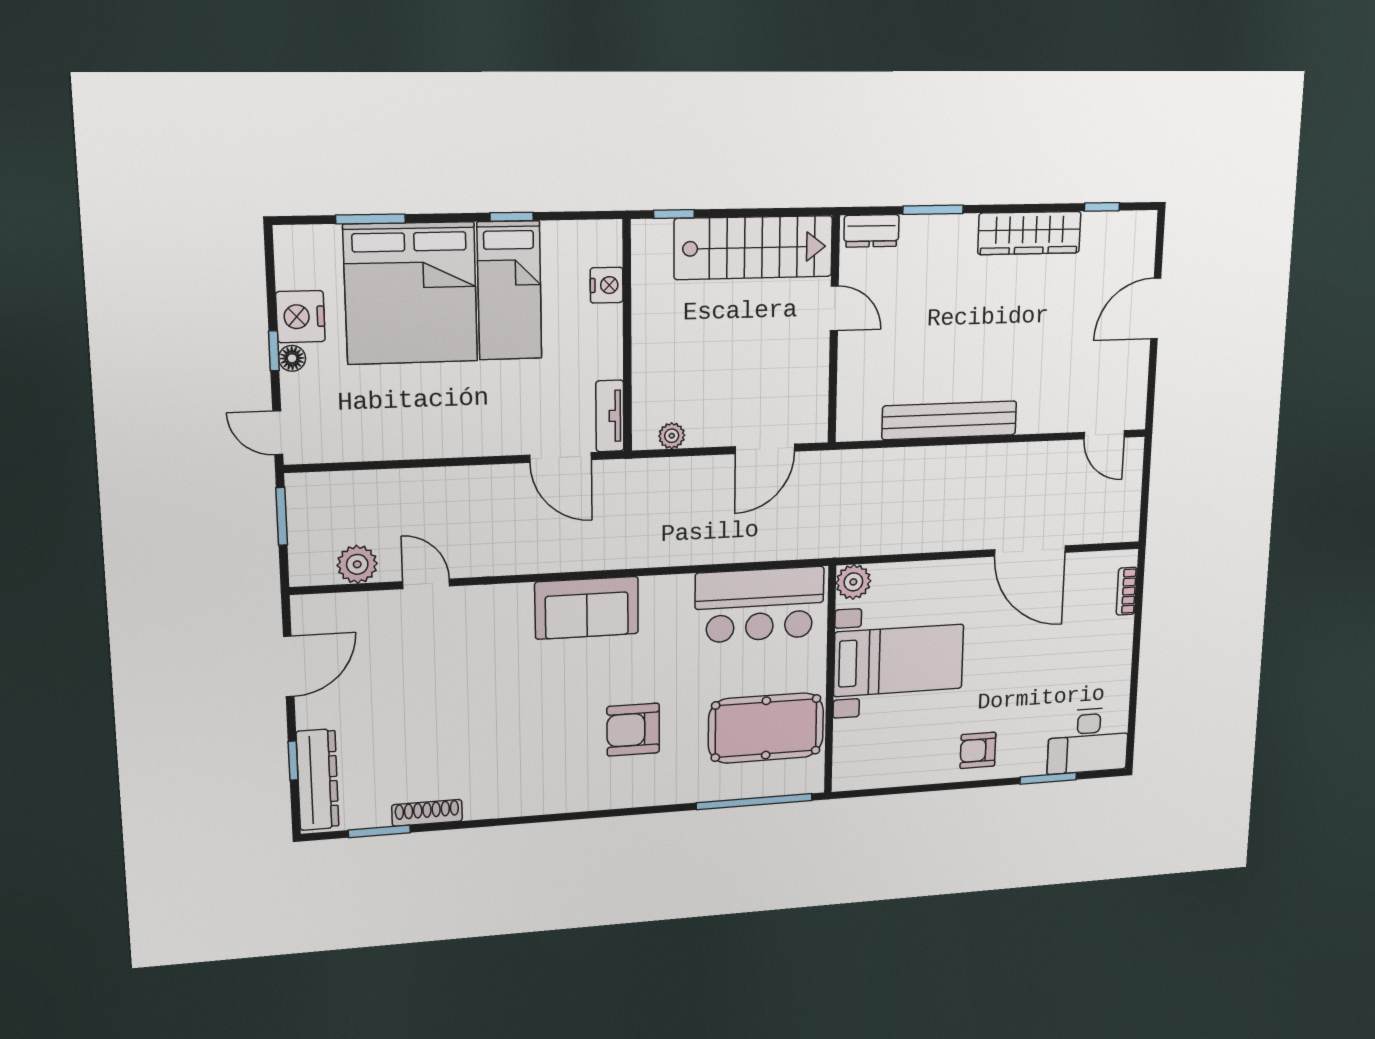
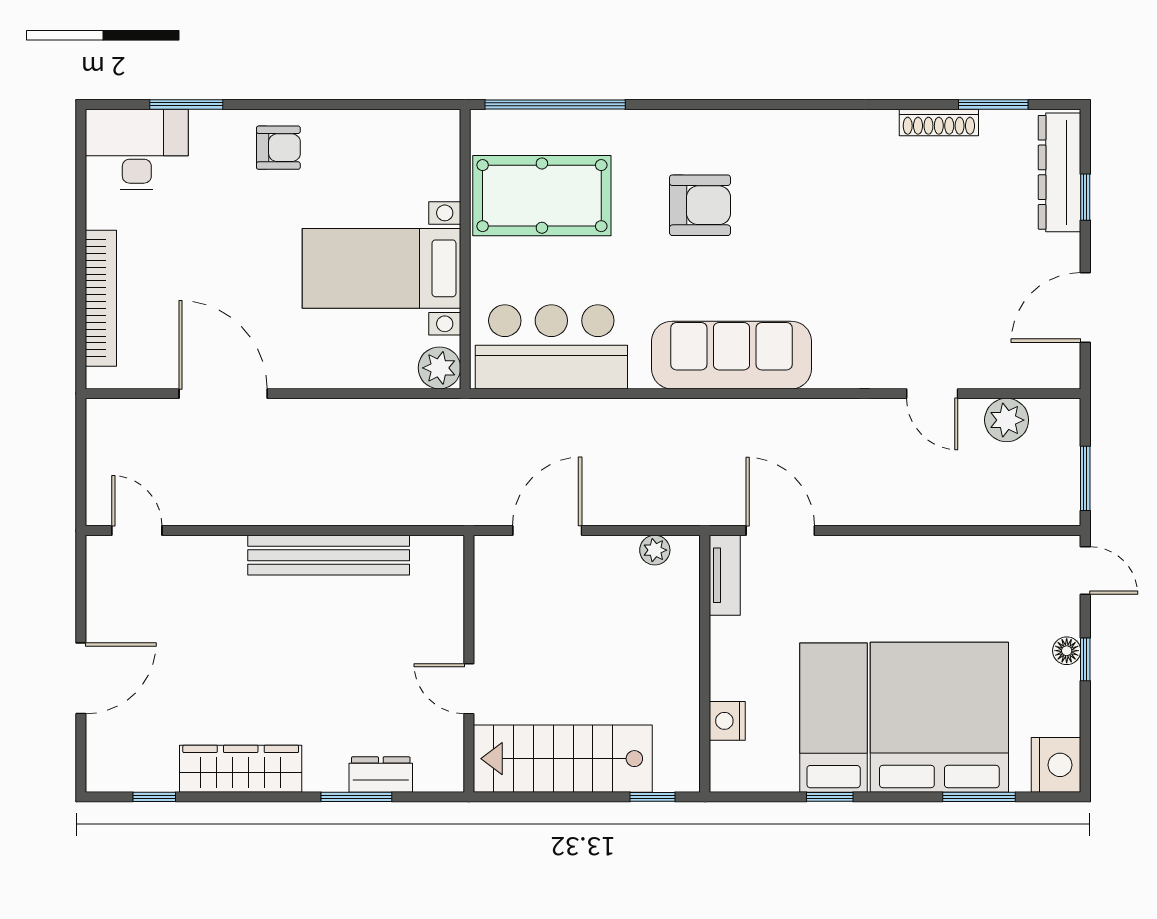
dresser: (871, 231) -> (381, 775), moved
nightstand: (300, 317) -> (1056, 765), moved
bookcase: (1127, 591) -> (101, 298), width x2.31, depth x1.31
sofa: (587, 608) -> (731, 355), width x1.36

